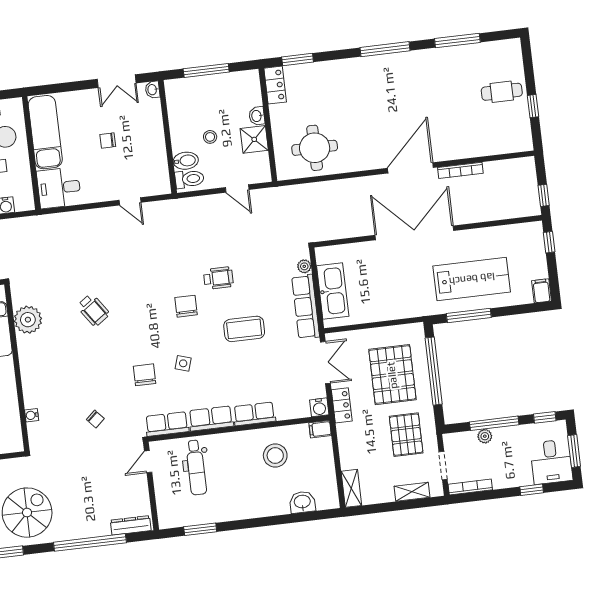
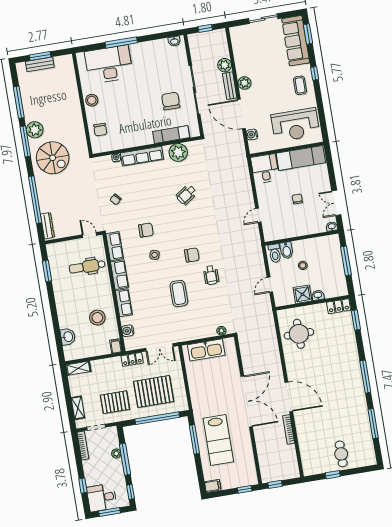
row of seats: (306, 307) -> (142, 156), moved, turned 180
water cooler: (319, 407) -> (128, 331), moved

